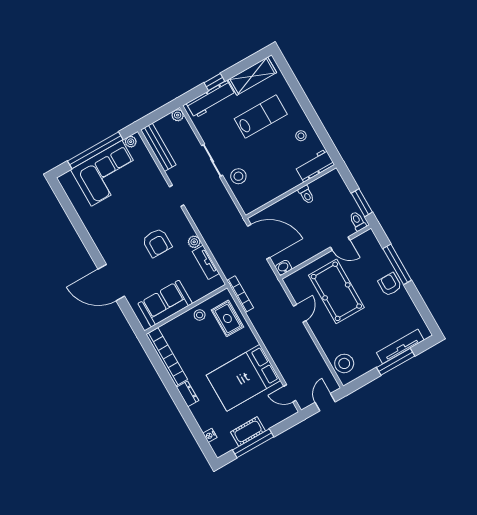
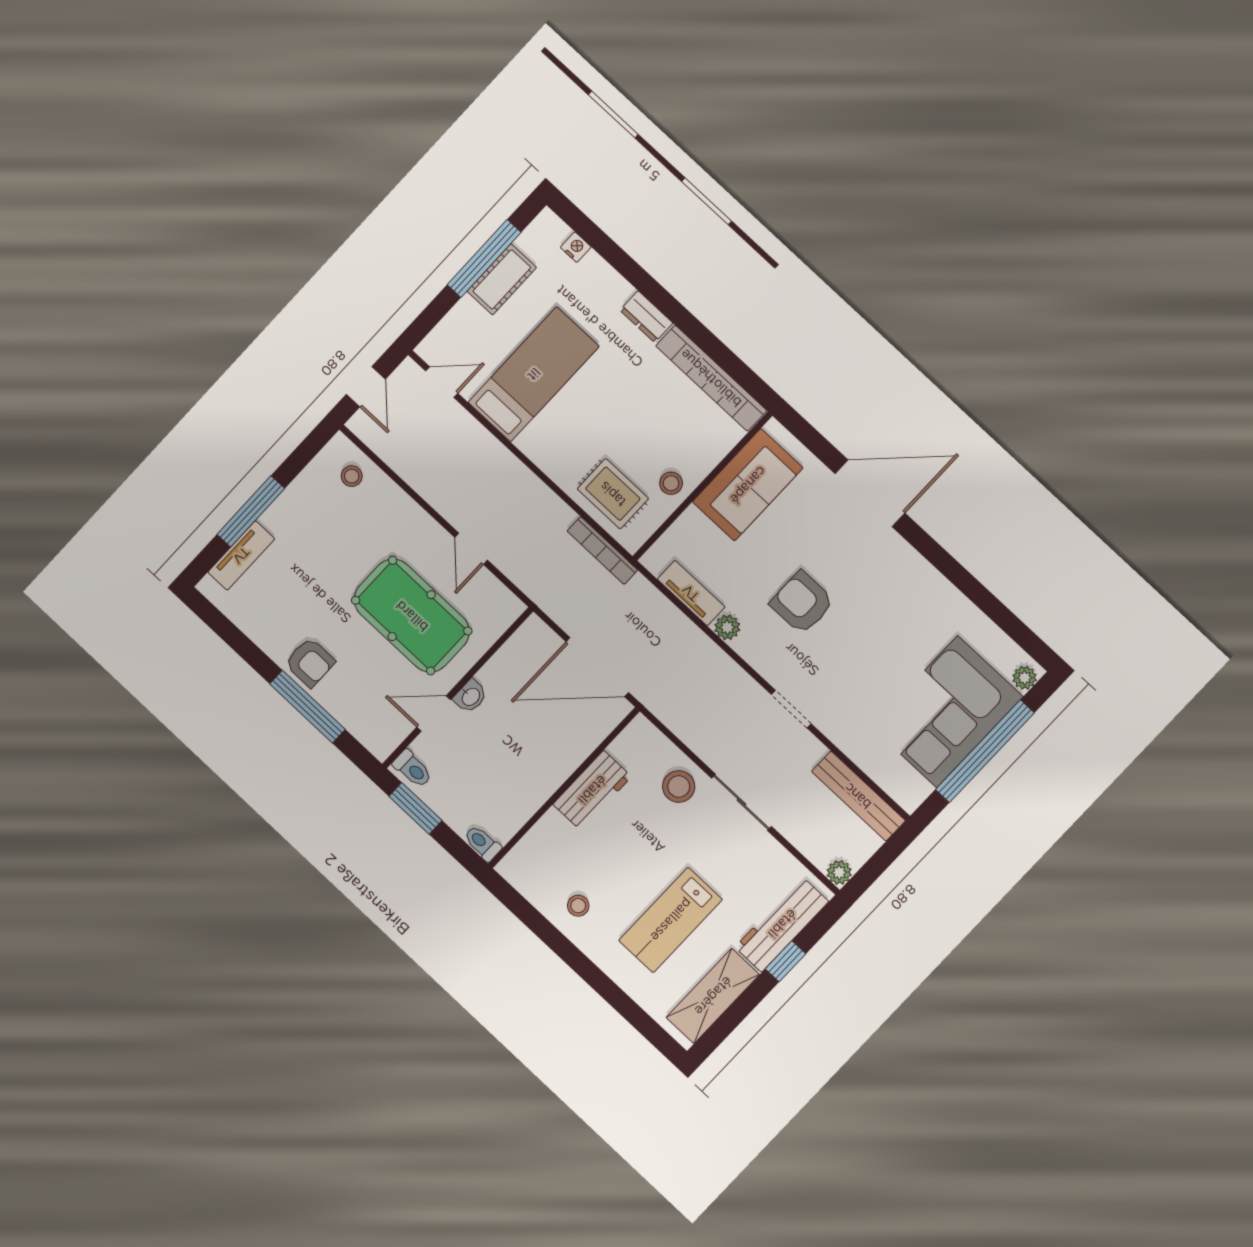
plant: (131, 142) -> (1025, 678), moved
workbench: (315, 166) -> (592, 790), moved
toilet: (306, 195) -> (482, 843), moved
washbasin: (284, 268) -> (470, 696), moved
tv unit: (400, 346) -> (241, 555), width x0.71
stool: (344, 363) -> (352, 476), width x0.53, depth x0.53
bed: (243, 378) -> (534, 374), width x0.67

